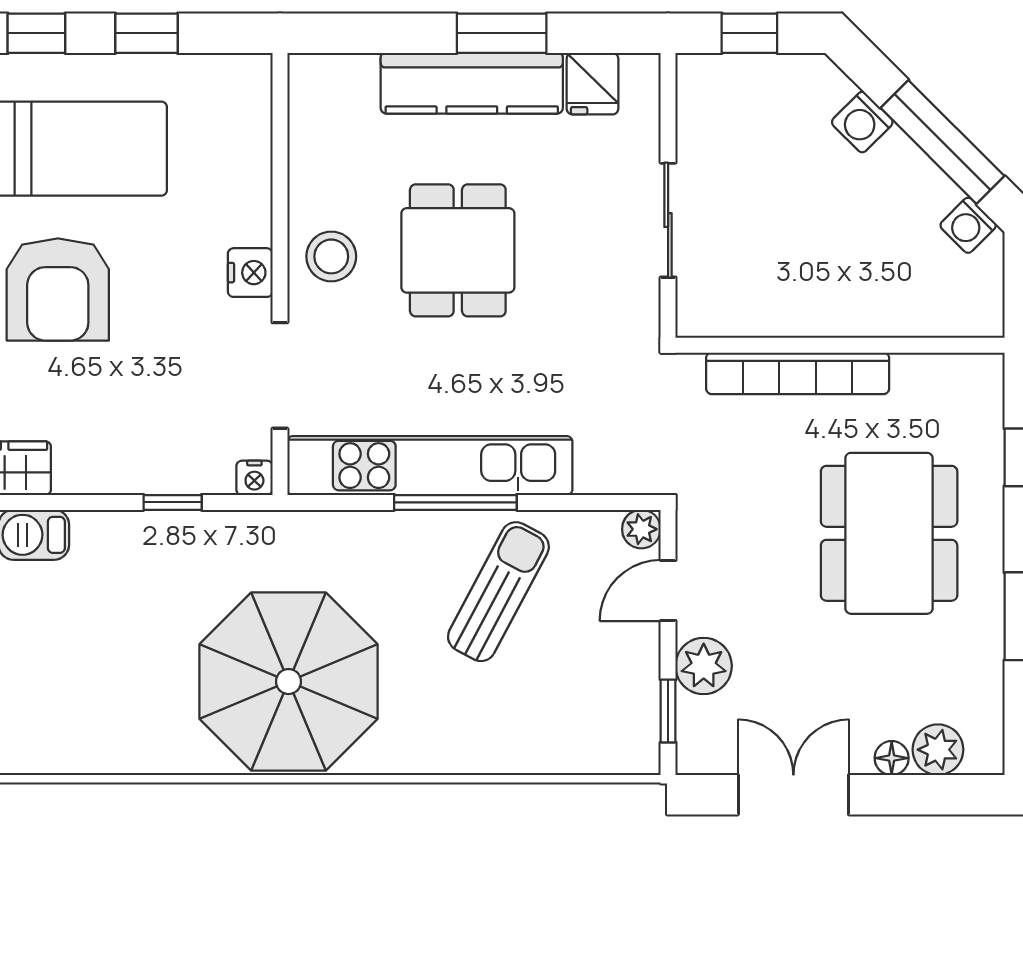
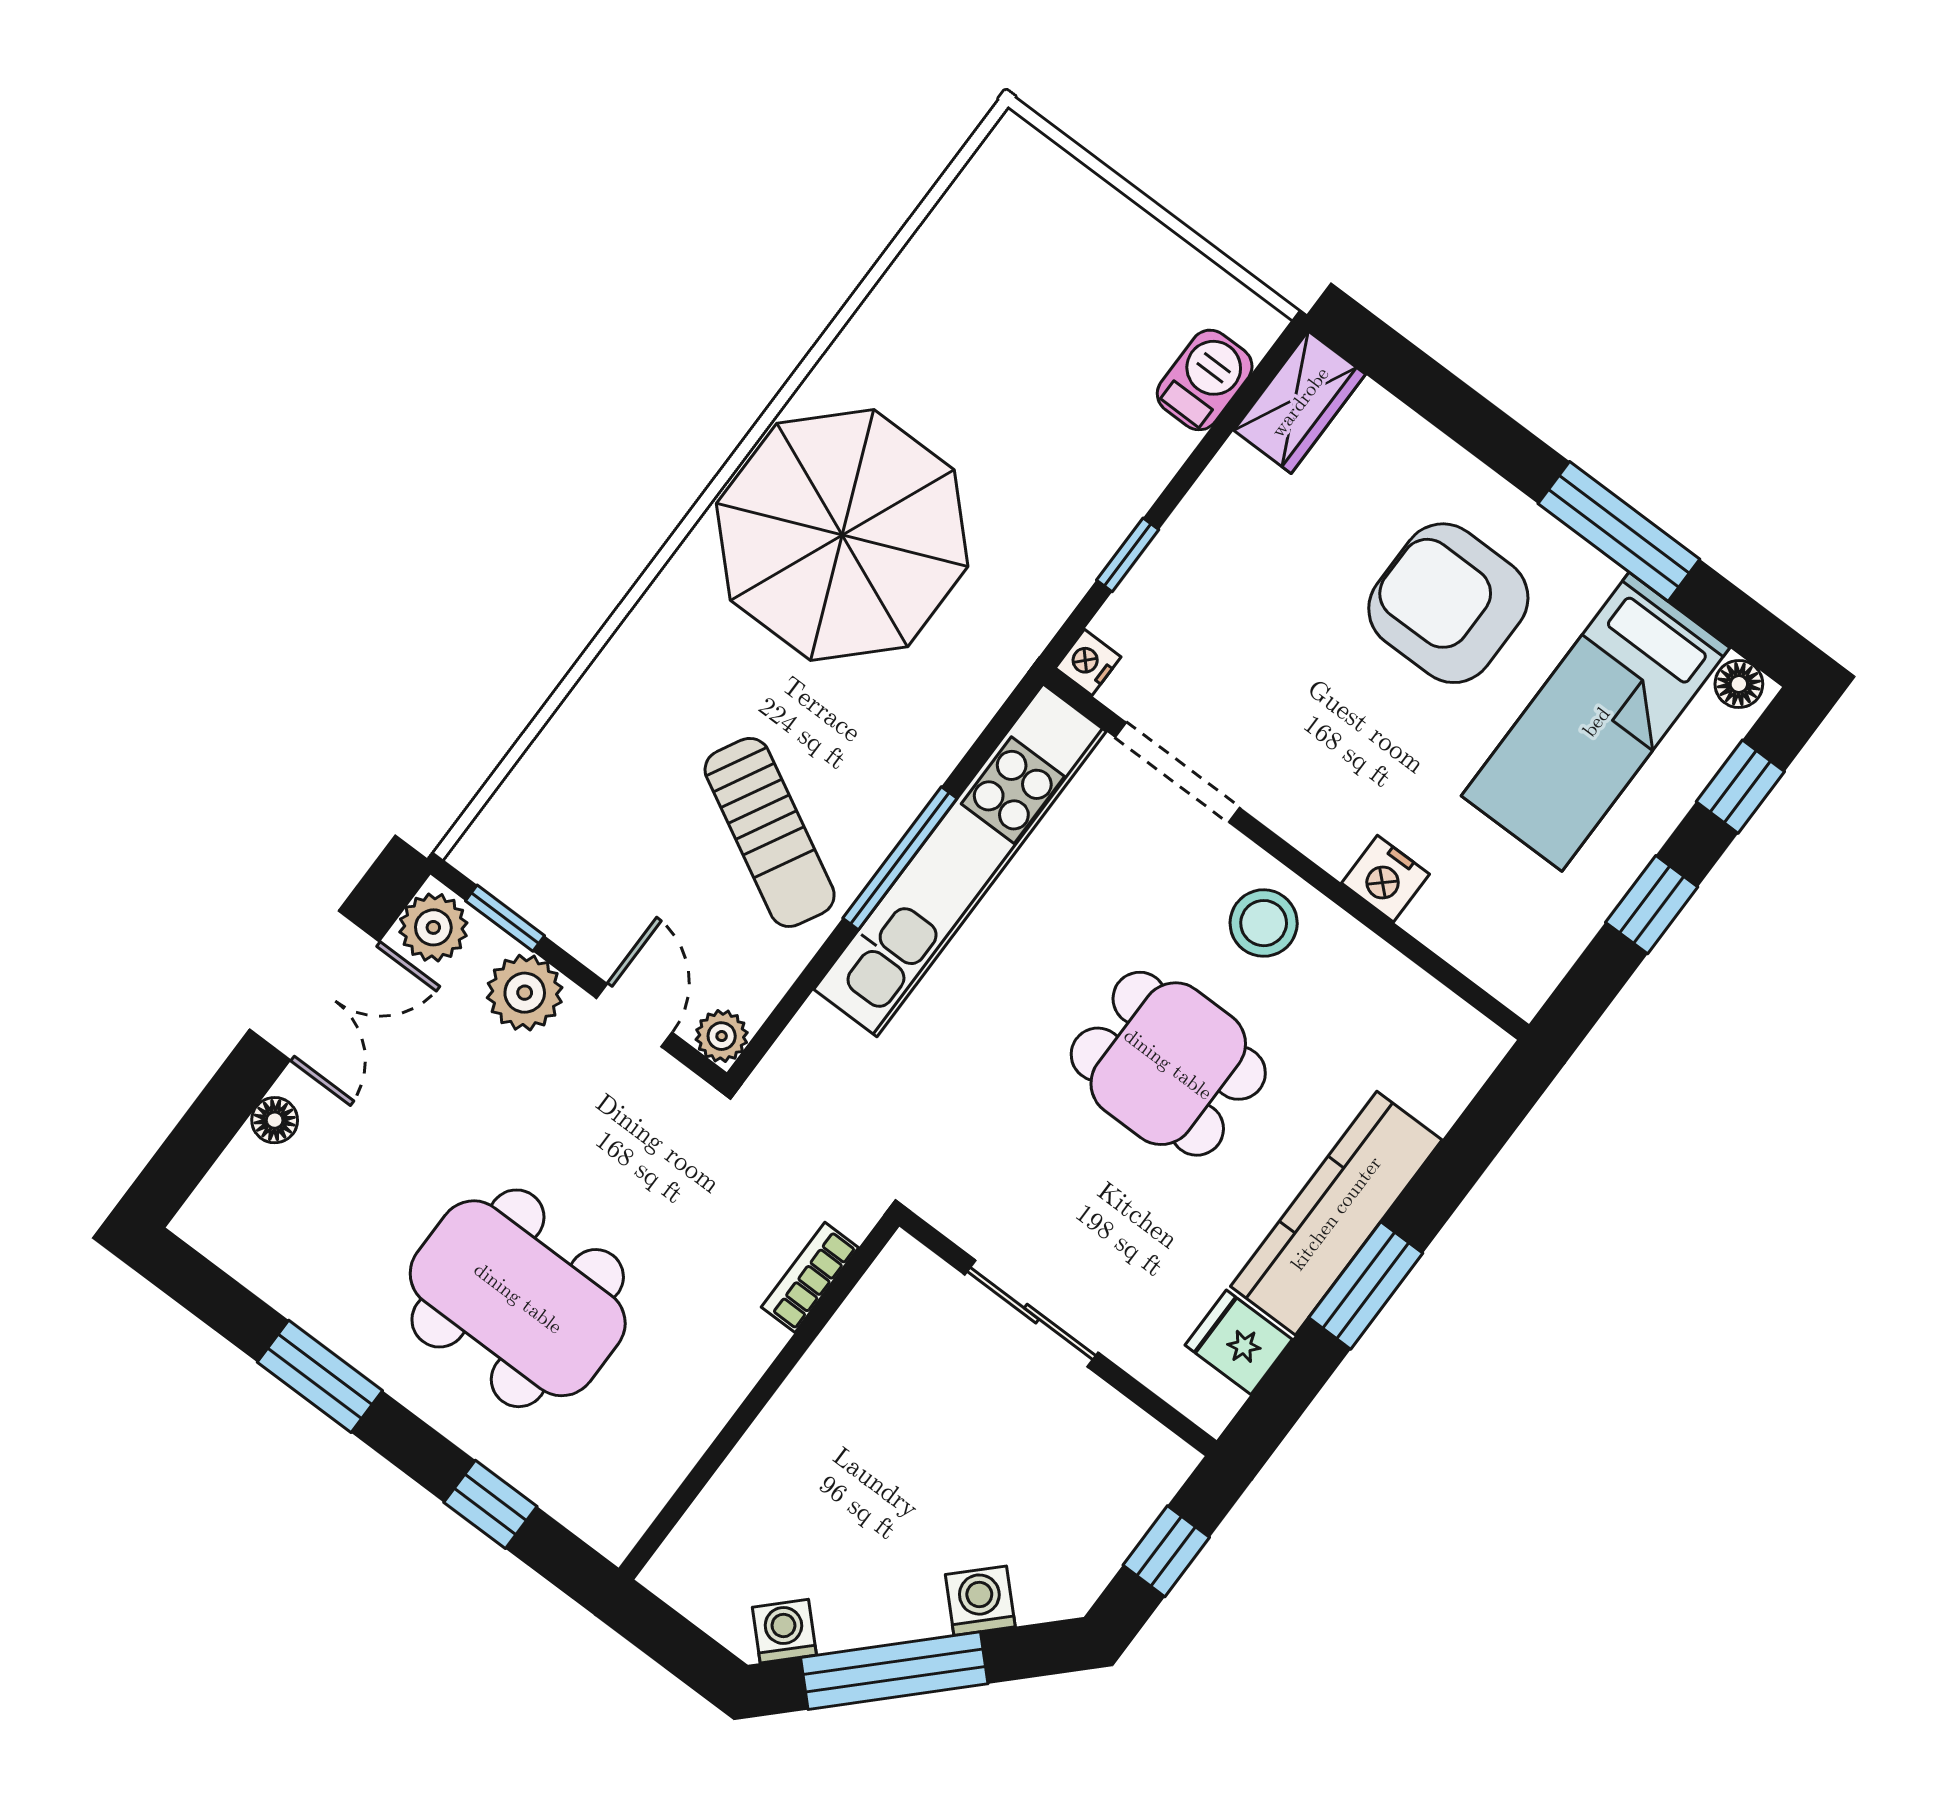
nightstand: (250, 273) -> (1385, 879), moved
bookcase: (798, 373) -> (810, 1277), width x0.43, depth x0.76
plant: (938, 750) -> (433, 927), moved

